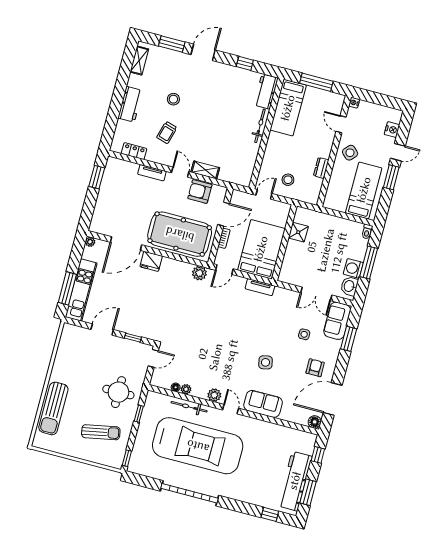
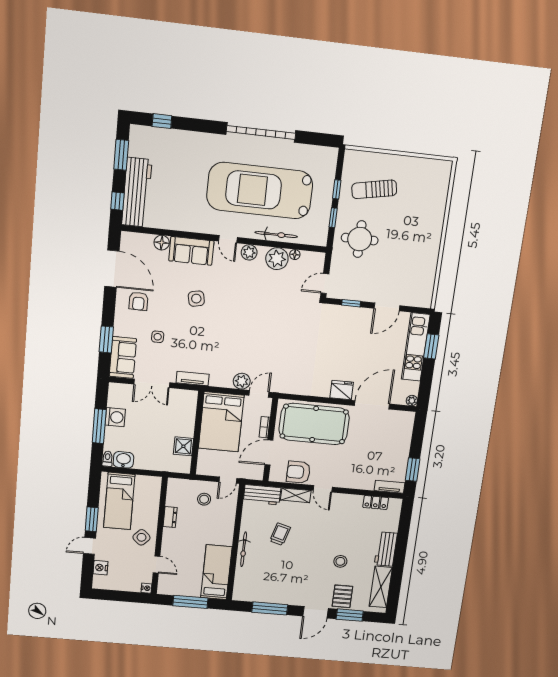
shelving: (139, 60) -> (381, 587), width x1.50, depth x1.33
window: (245, 63) -> (270, 608), width x2.17
pallet: (176, 64) -> (342, 596), added
workbench: (266, 92) -> (262, 495), moved, turned 90
trolley: (167, 132) -> (280, 534), moved
tv unit: (152, 173) -> (390, 487), moved
armchair: (200, 191) -> (298, 472), turned 180
plant: (199, 273) -> (242, 381), moved
washbasin: (349, 286) -> (123, 460), moved, turned -90
tv unit: (260, 287) -> (193, 379), moved
window: (67, 288) -> (431, 346), width x0.69
double door: (316, 294) -> (152, 383), swing flipped
plant: (186, 389) -> (277, 259), width x1.88, depth x1.88
door: (333, 399) -> (112, 269), hinge flipped
sun lounger: (53, 408) -> (432, 209), removed
floor lamp: (315, 422) -> (162, 243), moved
window: (127, 458) -> (337, 189), moved
workbench: (295, 481) -> (137, 192), moved

